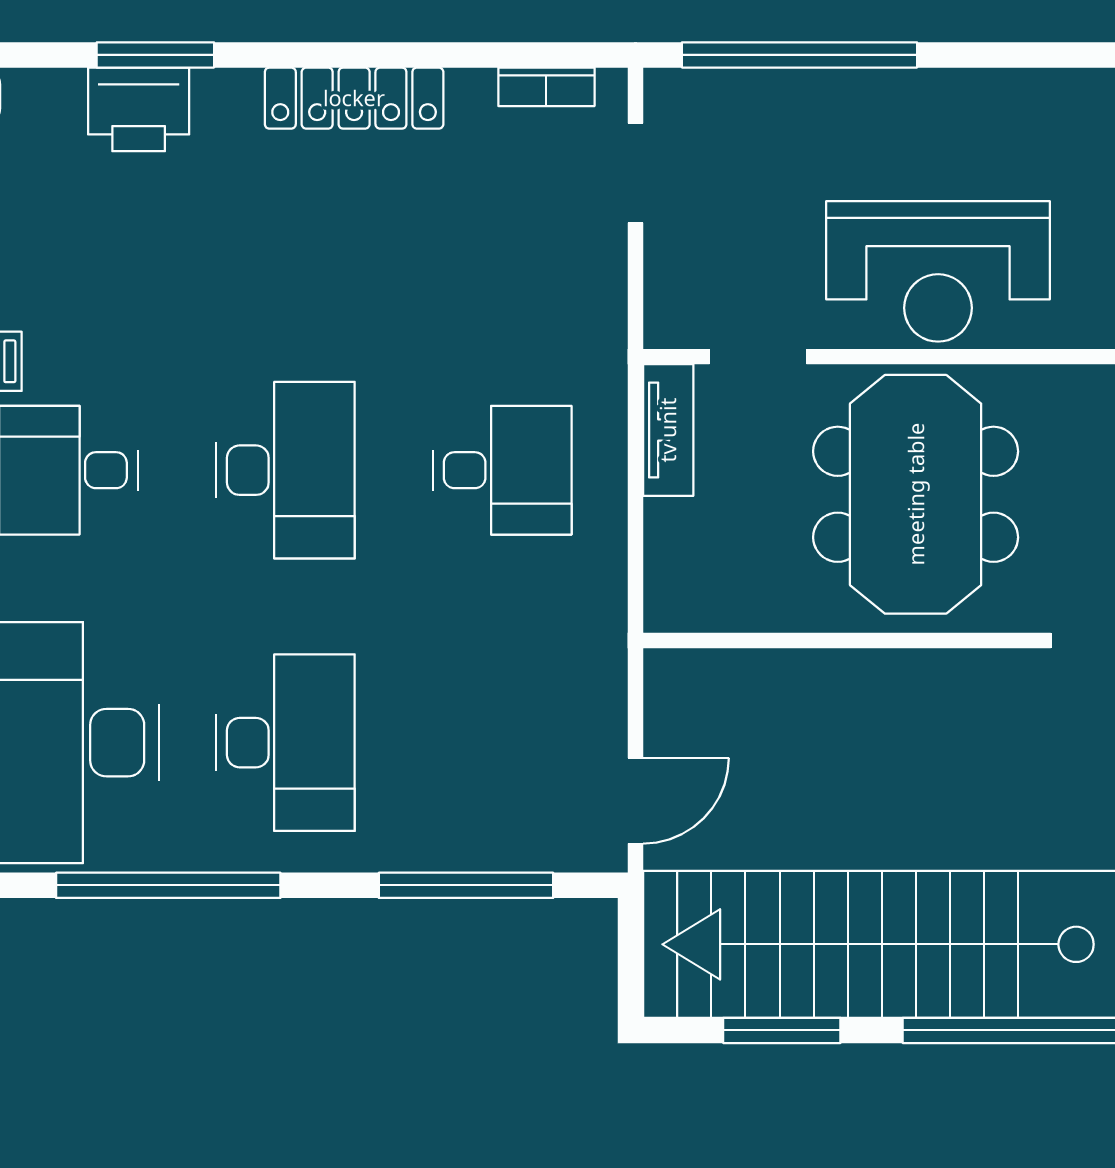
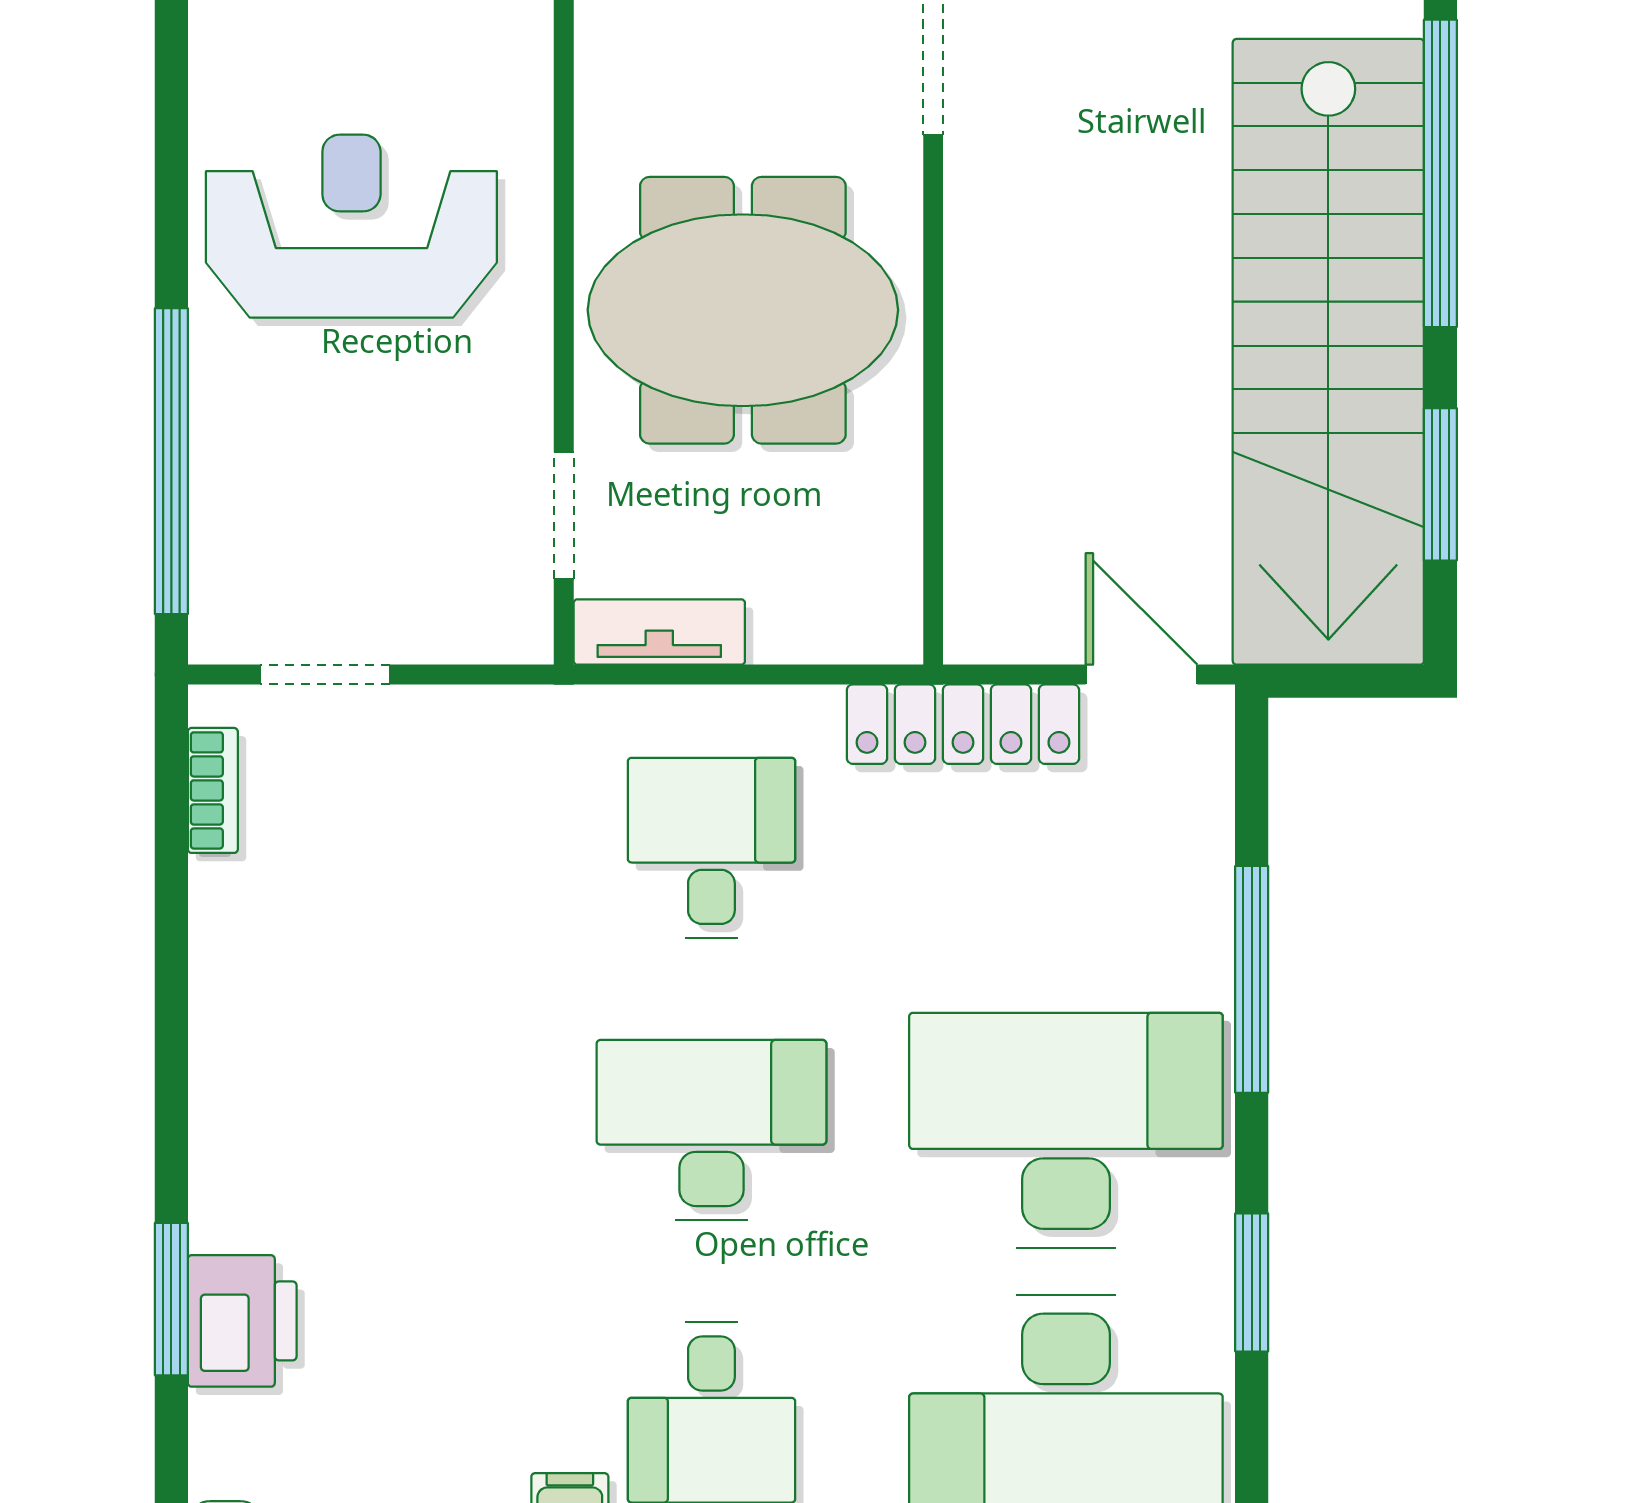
locker: (354, 98) -> (963, 724), moved, turned 90
reception desk: (938, 271) -> (351, 226), moved, turned -90
desk: (285, 743) -> (1066, 1130), width x1.36, depth x1.30
window: (168, 885) -> (1252, 1282), width x0.47
window: (466, 885) -> (1252, 979), moved

